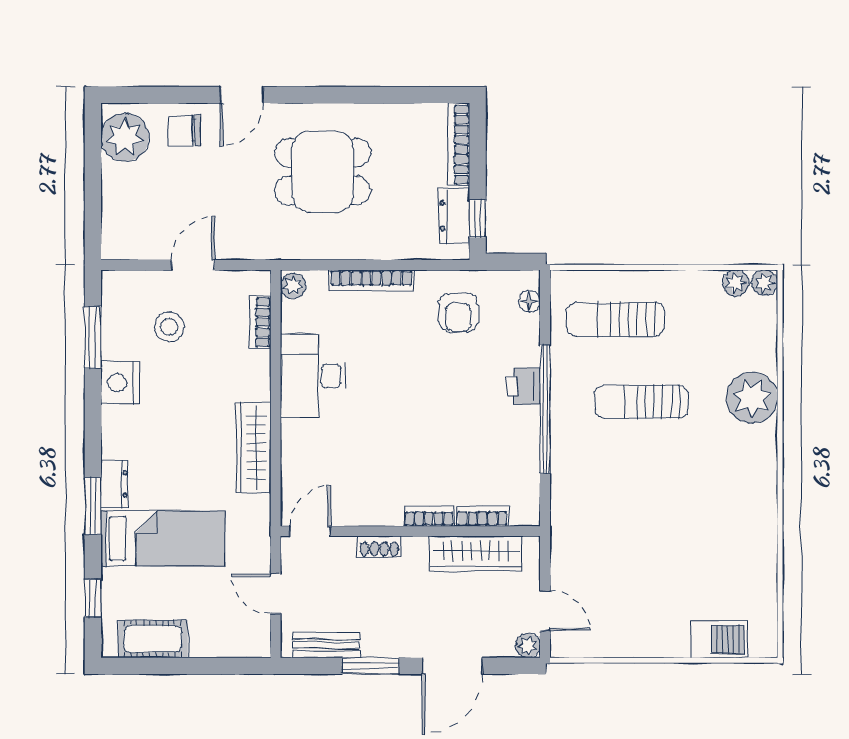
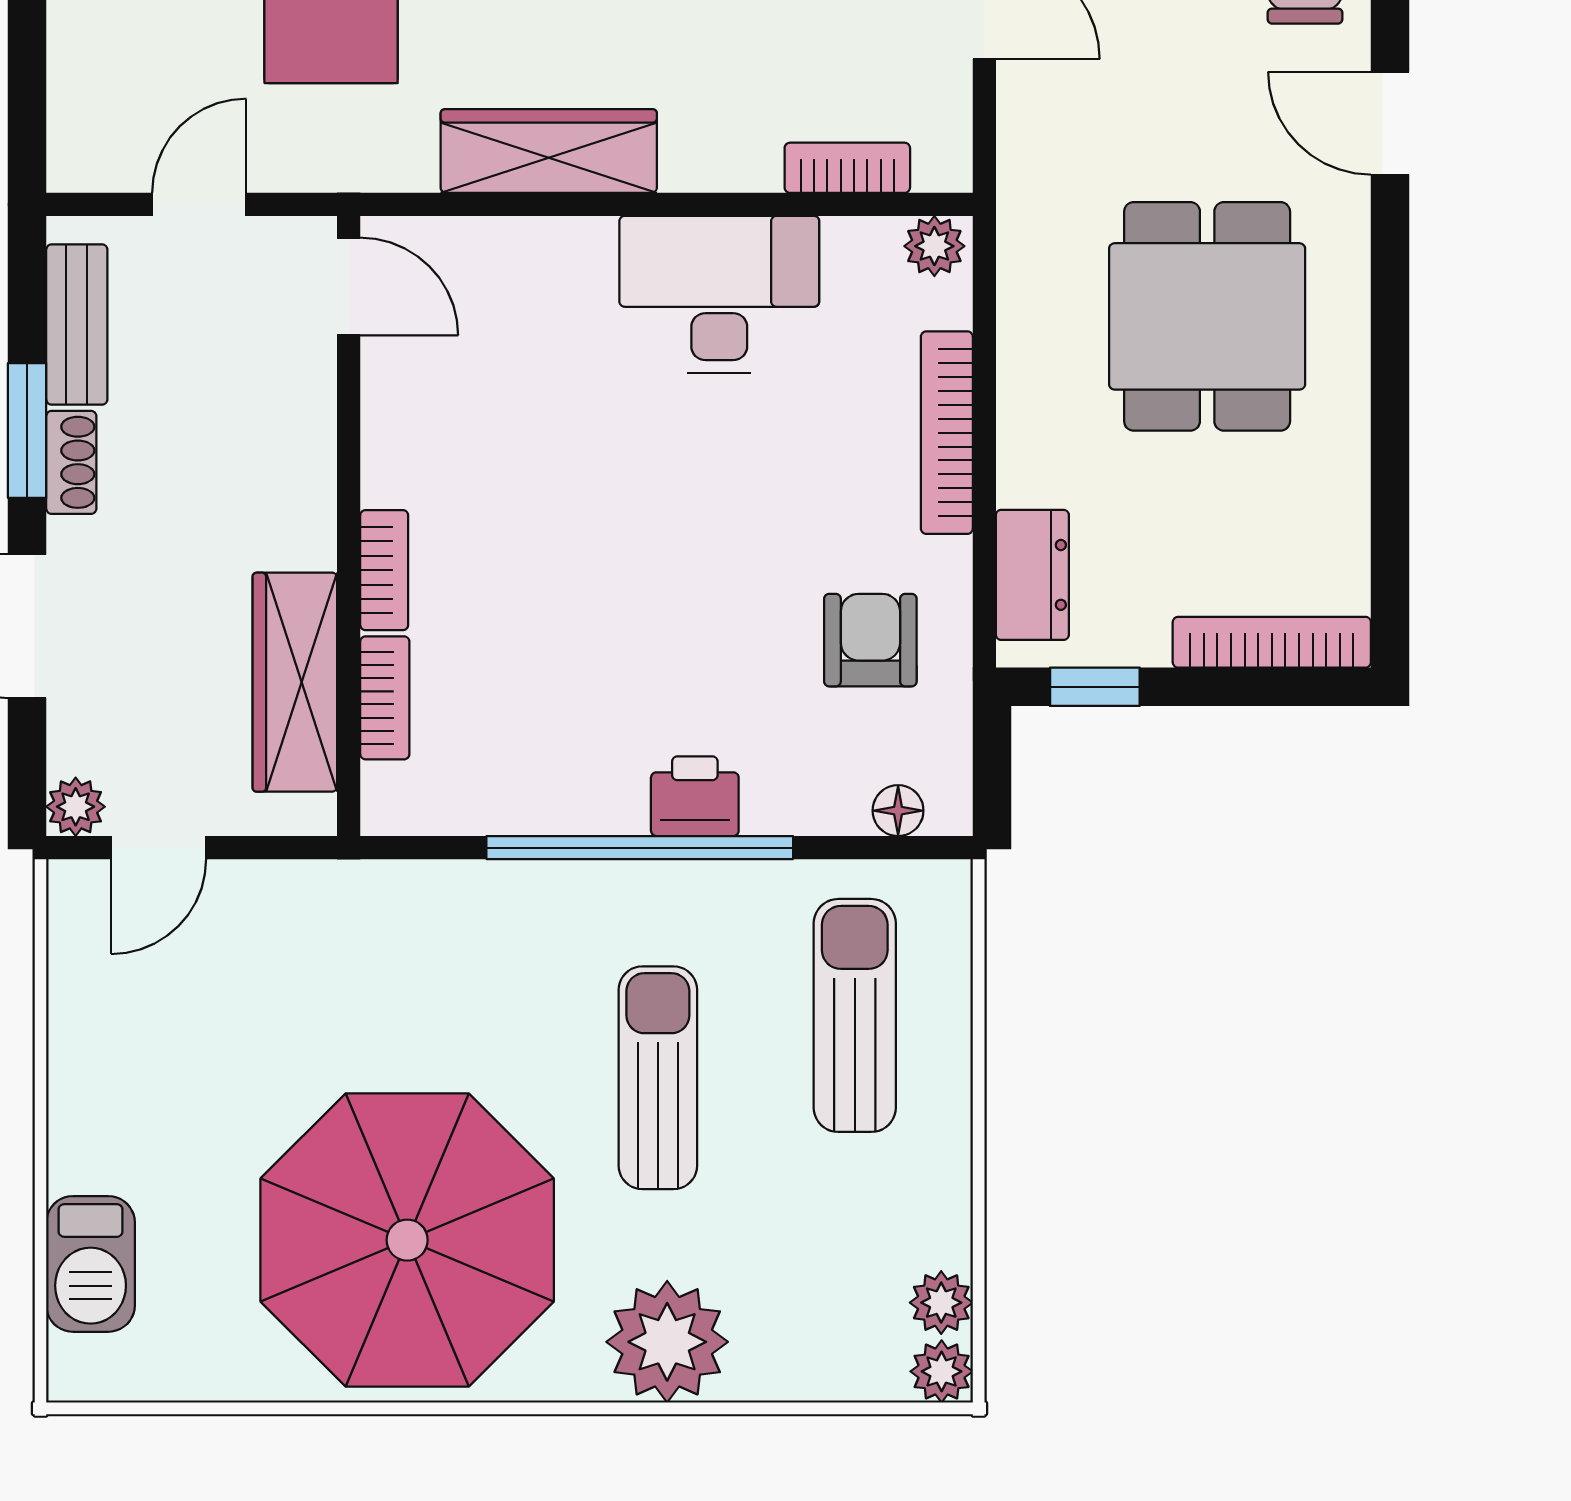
dresser: (454, 216) -> (1032, 575), moved, turned 90
armchair: (458, 313) -> (870, 640), turned 90
parasol: (709, 507) -> (407, 1240), added
shoe rack: (379, 546) -> (71, 462), moved, turned 180

